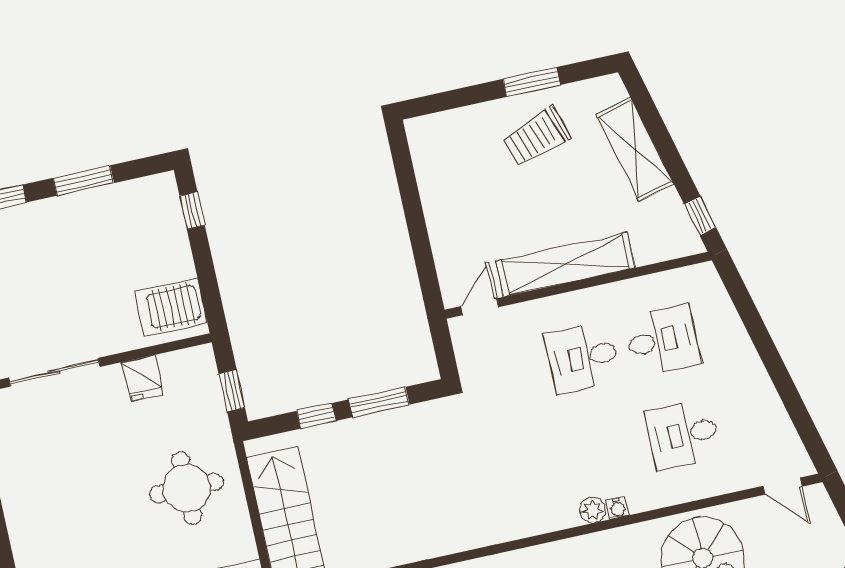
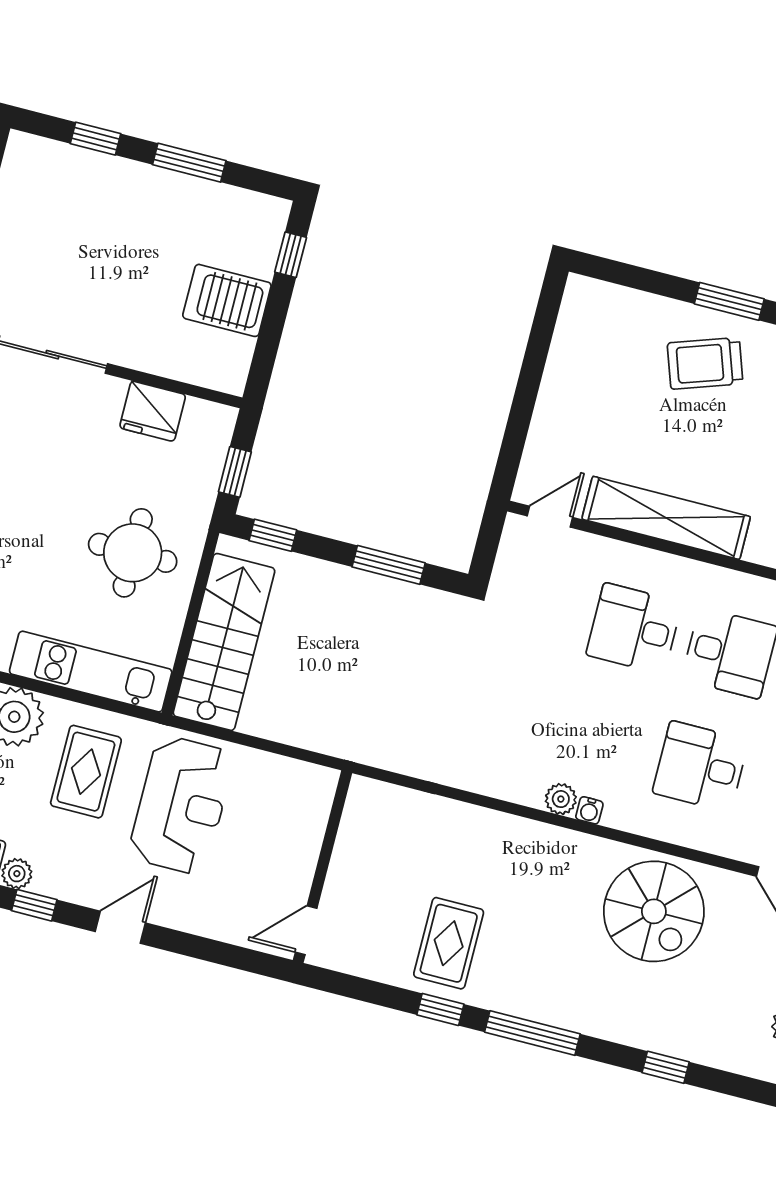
server rack: (171, 307) -> (227, 300), moved
fridge: (143, 378) -> (153, 411), width x1.38
window: (316, 416) -> (273, 535), moved

